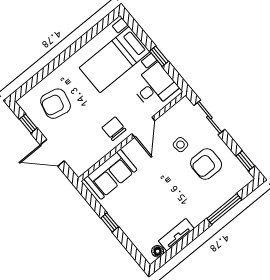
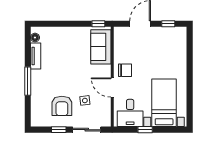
armchair: (56, 104) -> (167, 49), removed
window: (245, 161) -> (59, 130), moved
armchair: (206, 164) -> (62, 106), turned 180
window: (224, 209) -> (28, 81), moved
window: (110, 222) -> (98, 24), moved

